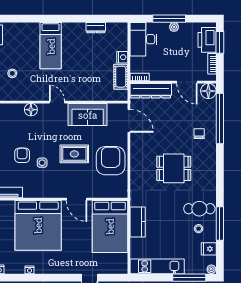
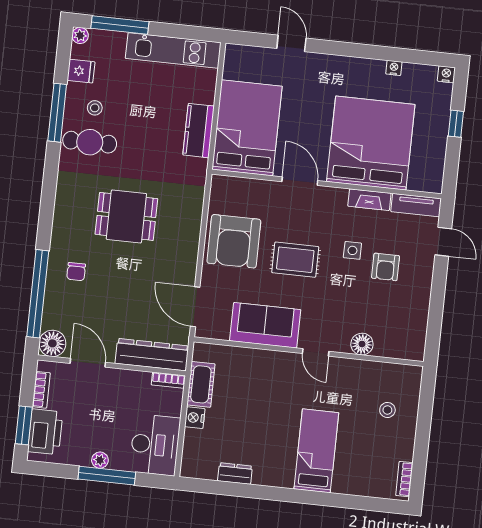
fireplace: (35, 193) -> (369, 200), added

